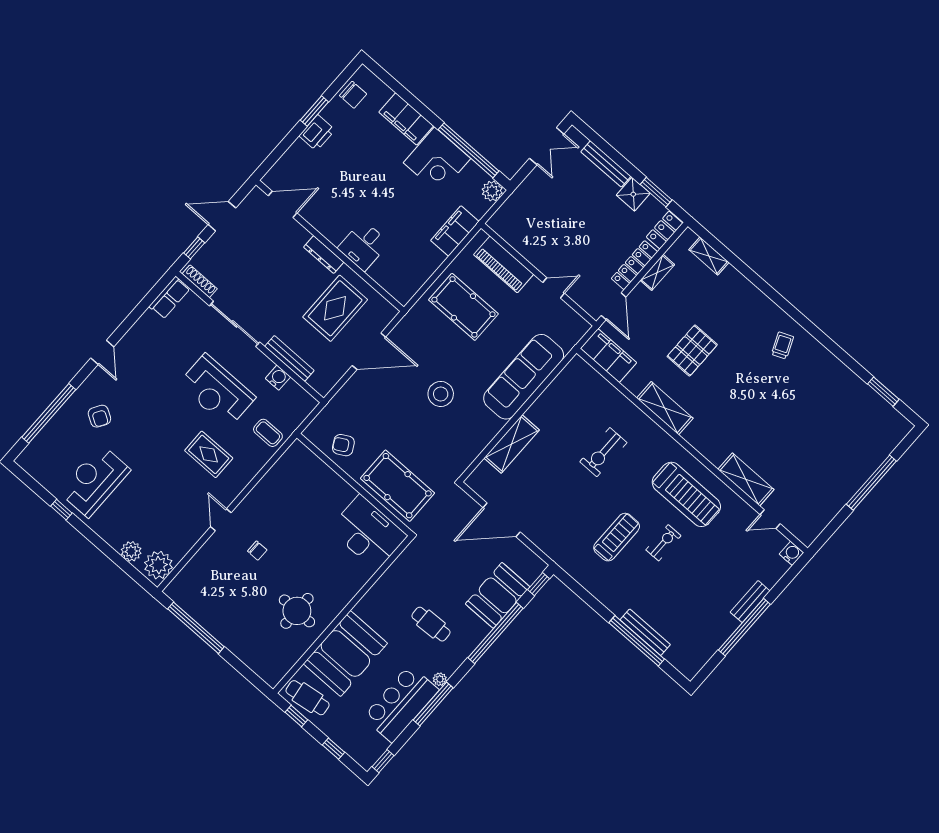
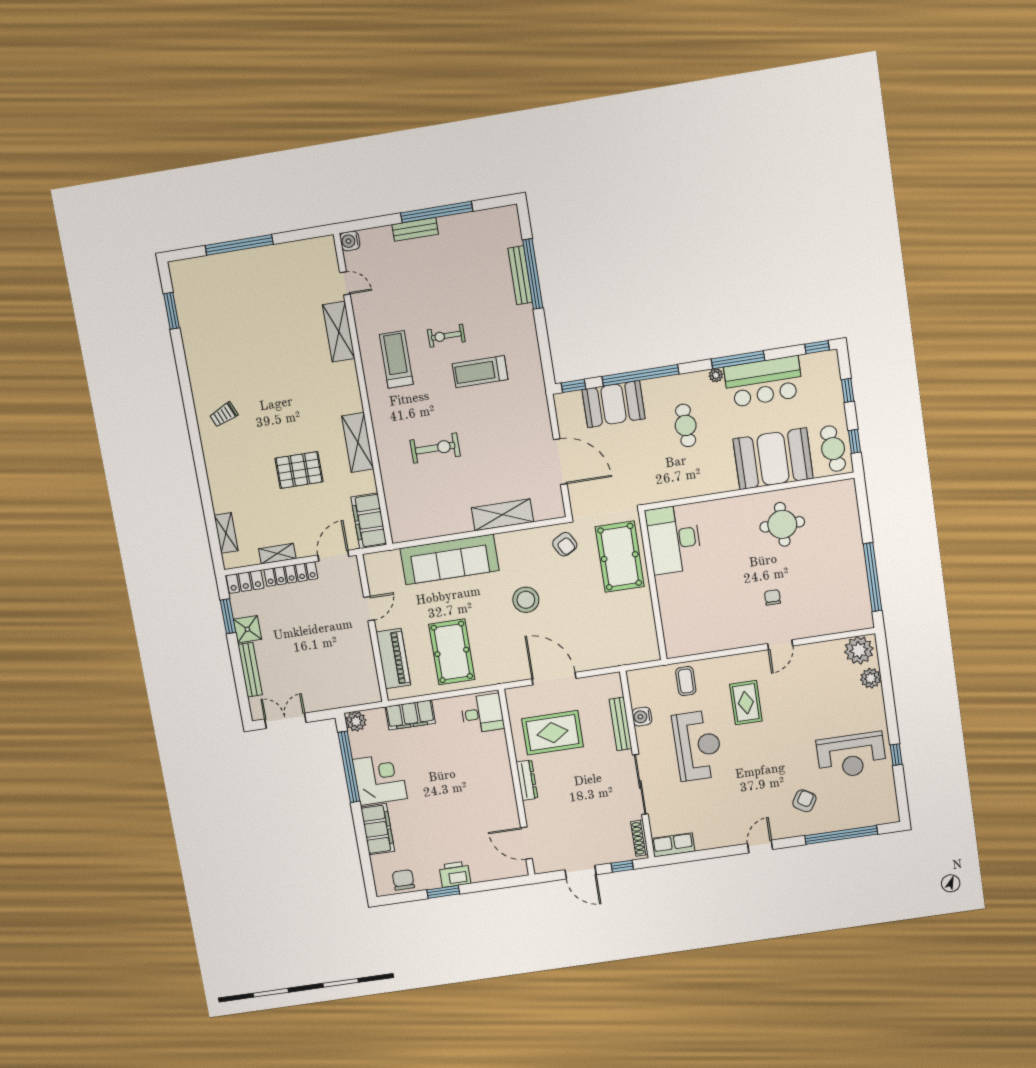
desk: (363, 245) -> (482, 714), moved
door: (554, 288) -> (369, 609), swing flipped
armchair: (343, 445) -> (565, 544), moved
treadmill: (686, 494) -> (396, 359), width x0.73, depth x0.73

